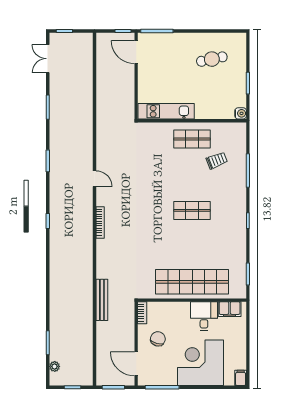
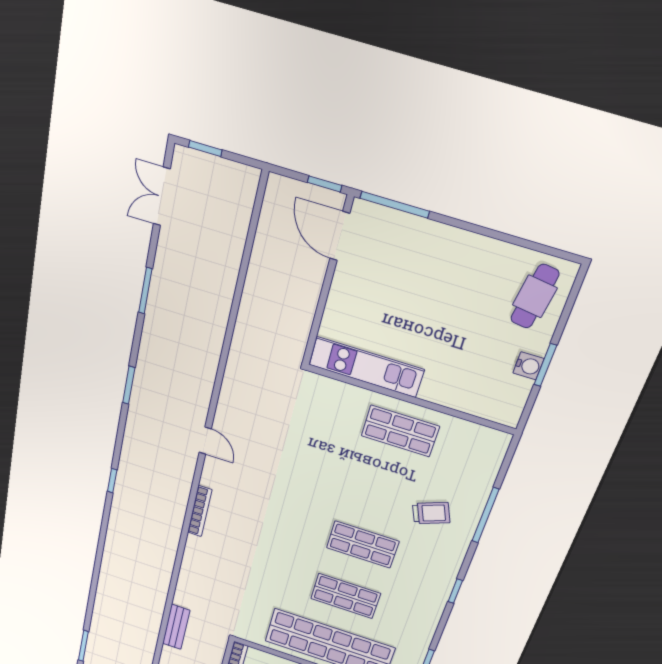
cafe table: (212, 59) -> (535, 296), moved, turned -70
water cooler: (241, 113) -> (528, 366), moved
trolley: (217, 160) -> (431, 513), moved
shop shelf: (192, 246) -> (346, 596), added
bench: (102, 300) -> (176, 627), width x0.73

